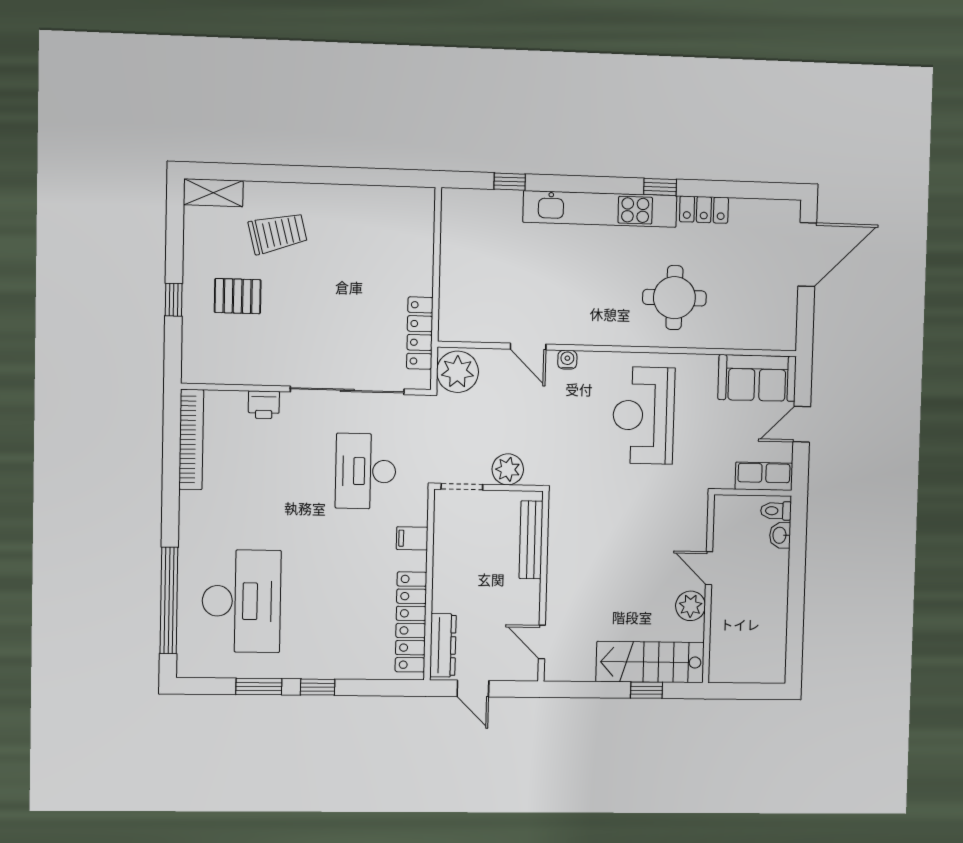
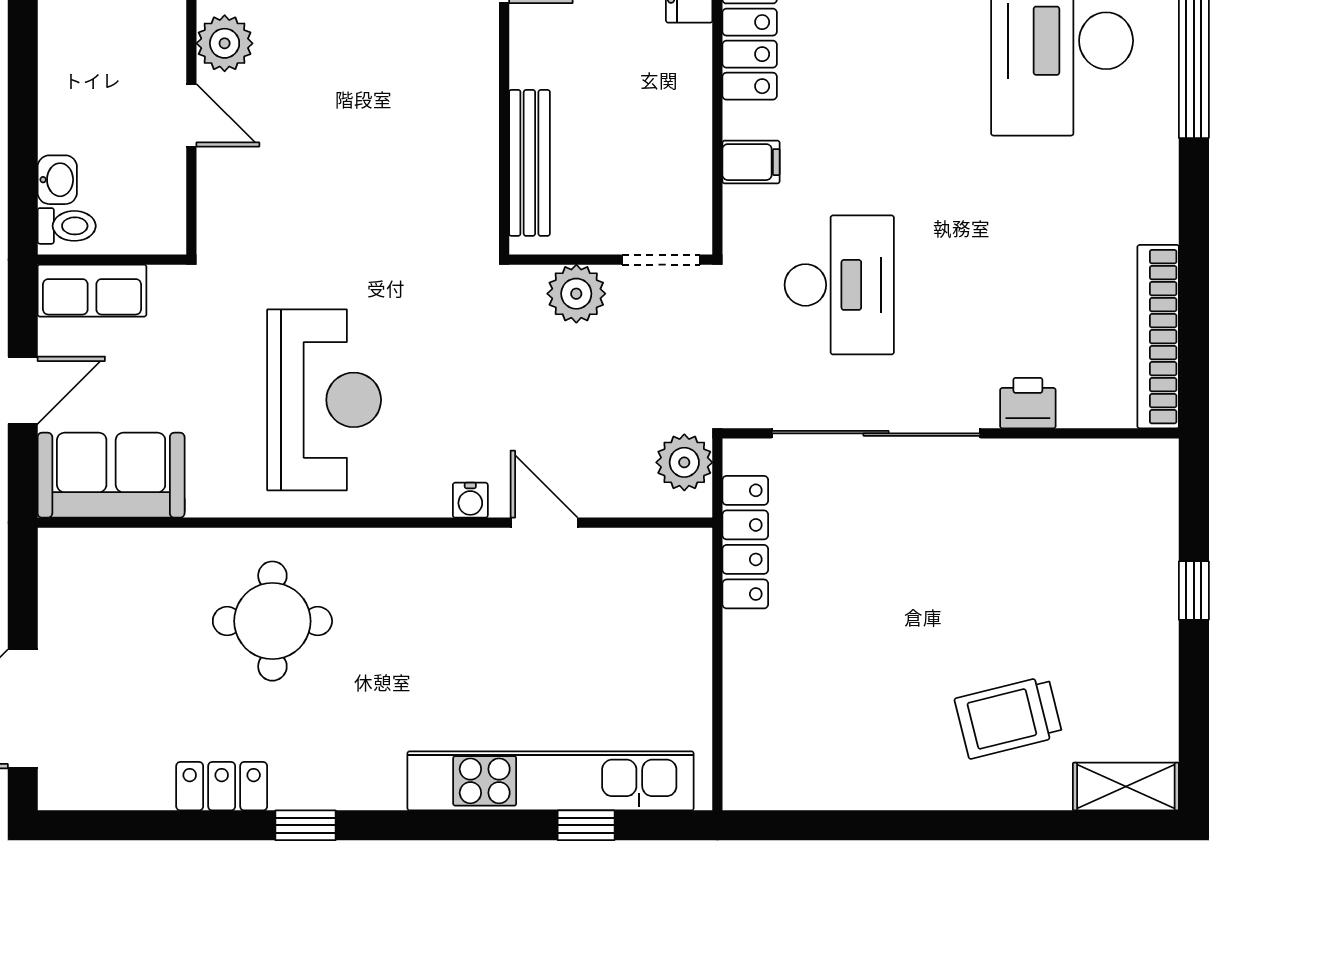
kitchen unit: (600, 209) -> (551, 781), moved
pallet: (238, 296) -> (1079, 600), removed
plant: (458, 372) -> (684, 462), width x0.73, depth x0.73

